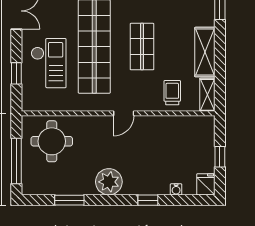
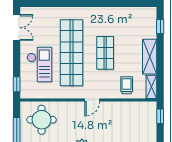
window: (16, 73) -> (17, 84), moved
window: (220, 157) -> (160, 116), moved

